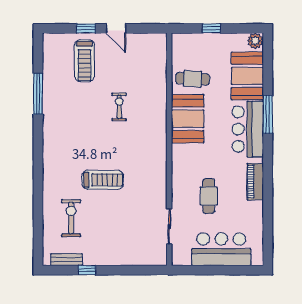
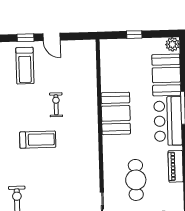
cafe table: (193, 79) -> (119, 79), removed
treadmill: (103, 180) -> (38, 140), moved
cafe table: (209, 196) -> (136, 180), width x1.37, depth x1.35

